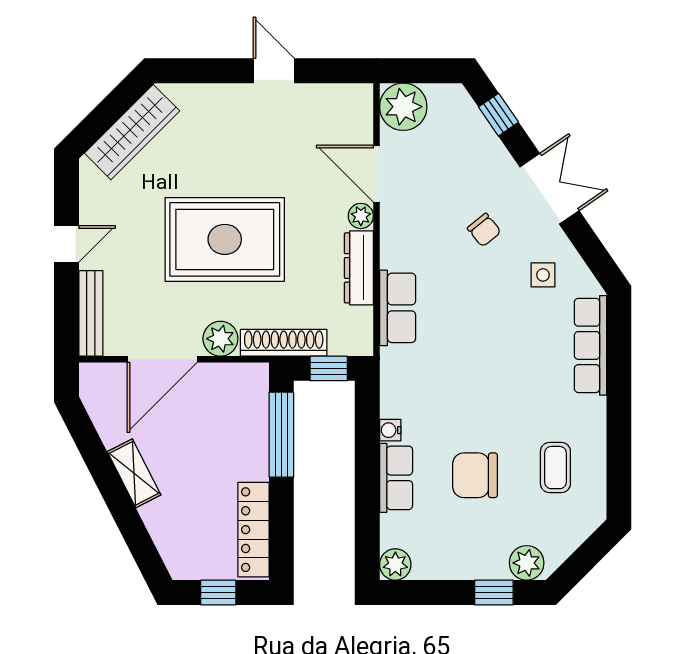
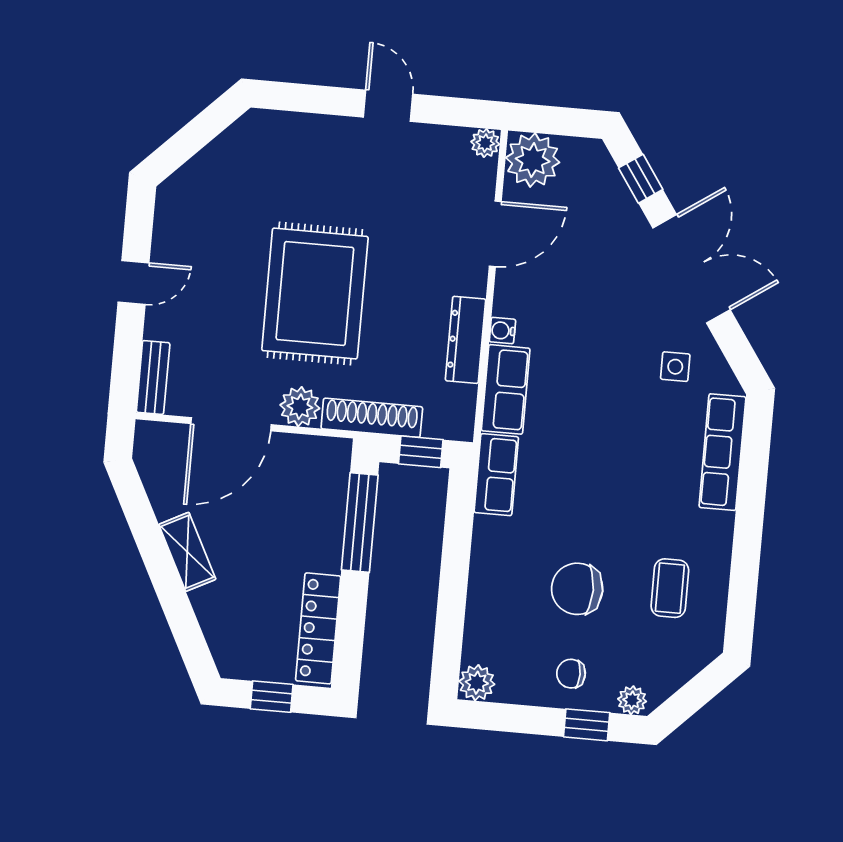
wardrobe: (132, 132) -> (220, 161), removed
door: (376, 174) -> (495, 234), swing flipped
double door: (550, 189) -> (692, 269), width x1.37
plant: (361, 216) -> (485, 143), moved
chair: (484, 230) -> (571, 674), moved, turned 129
rug: (225, 239) -> (315, 294), turned 90
bench: (91, 313) -> (153, 377), width x0.73
water cooler: (390, 430) -> (502, 331), moved
row of seats: (396, 478) -> (496, 475), moved
plant: (527, 563) -> (632, 700), width x0.73, depth x0.73

